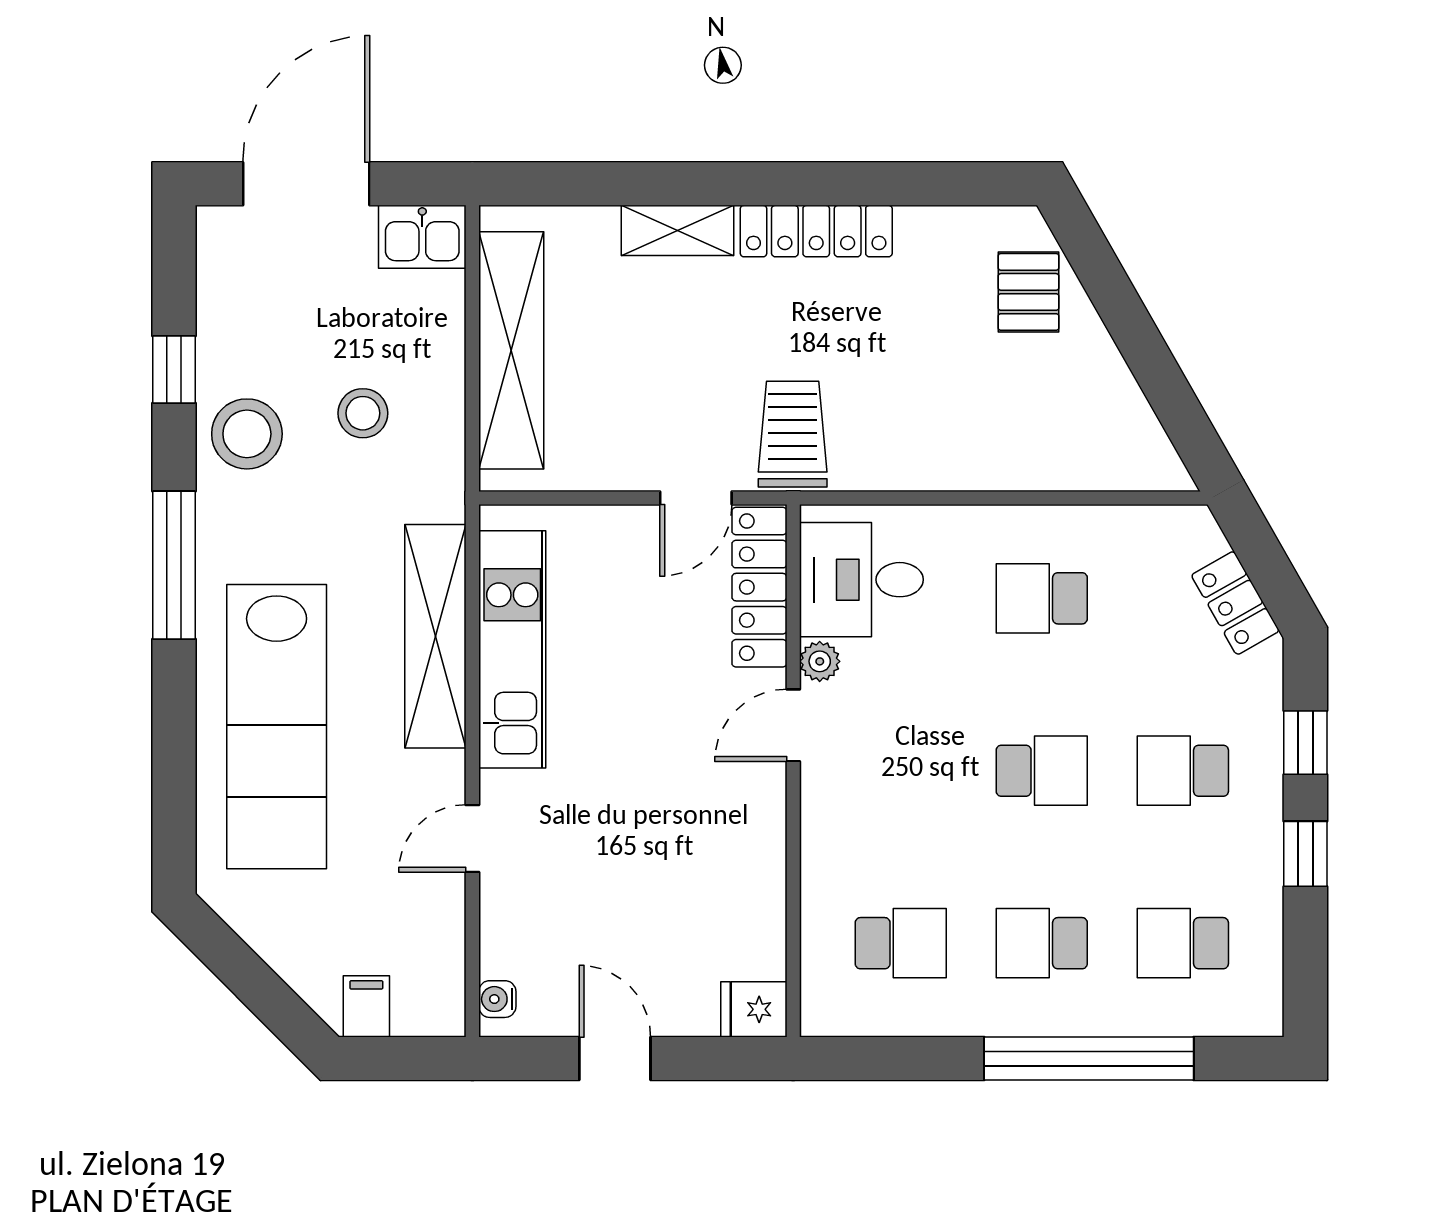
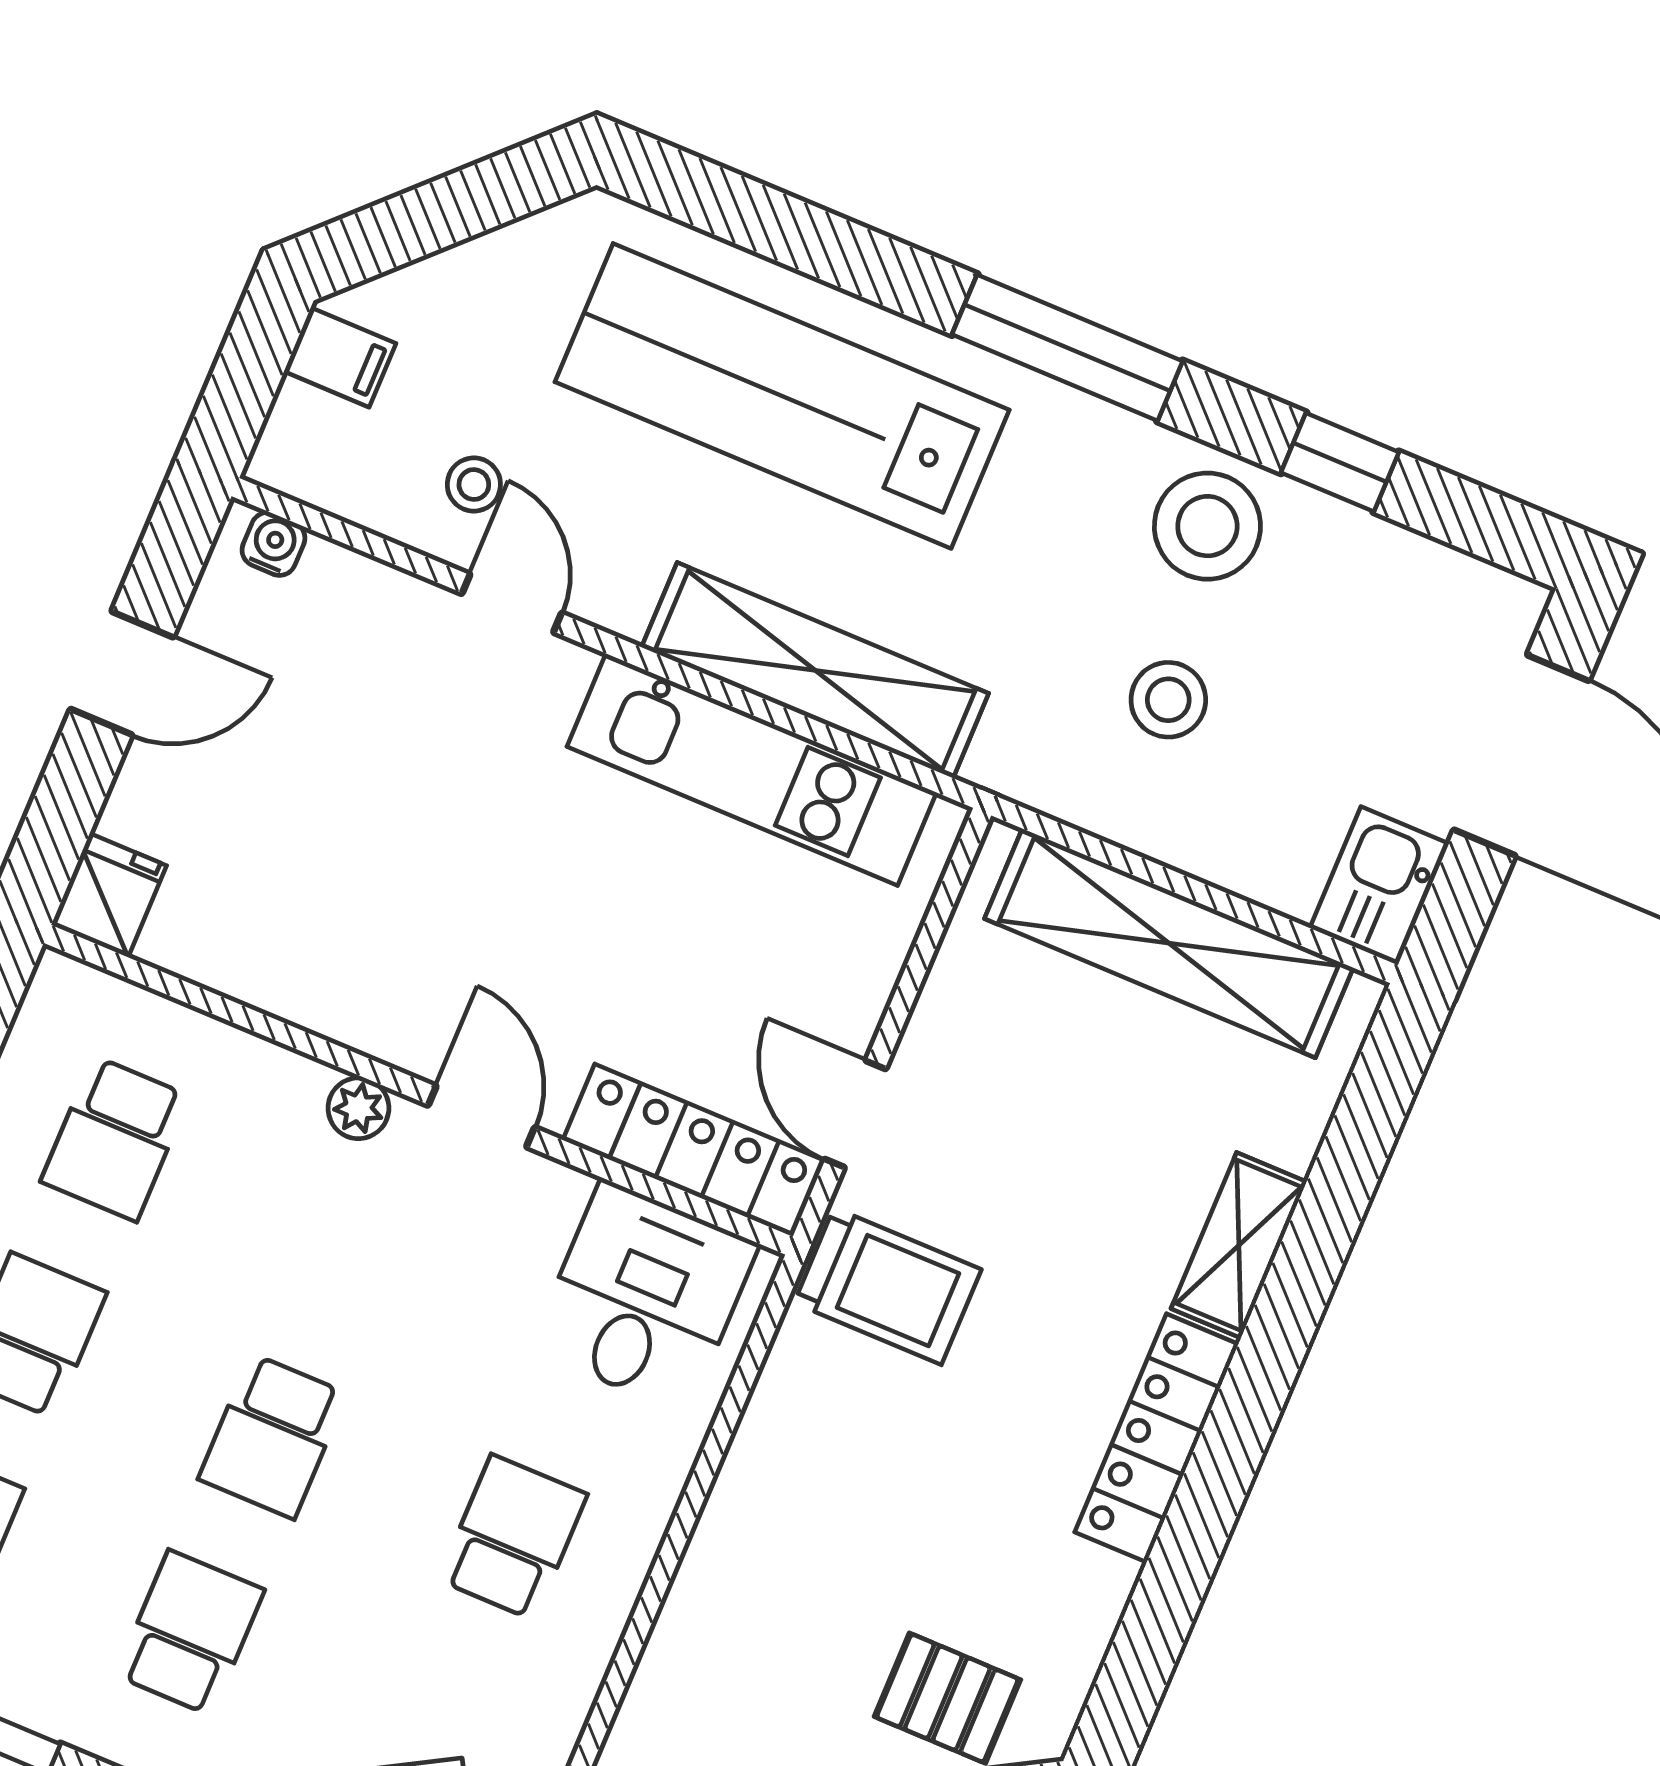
plant: (820, 661) -> (358, 1108), moved
stool: (410, 892) -> (474, 485), added

